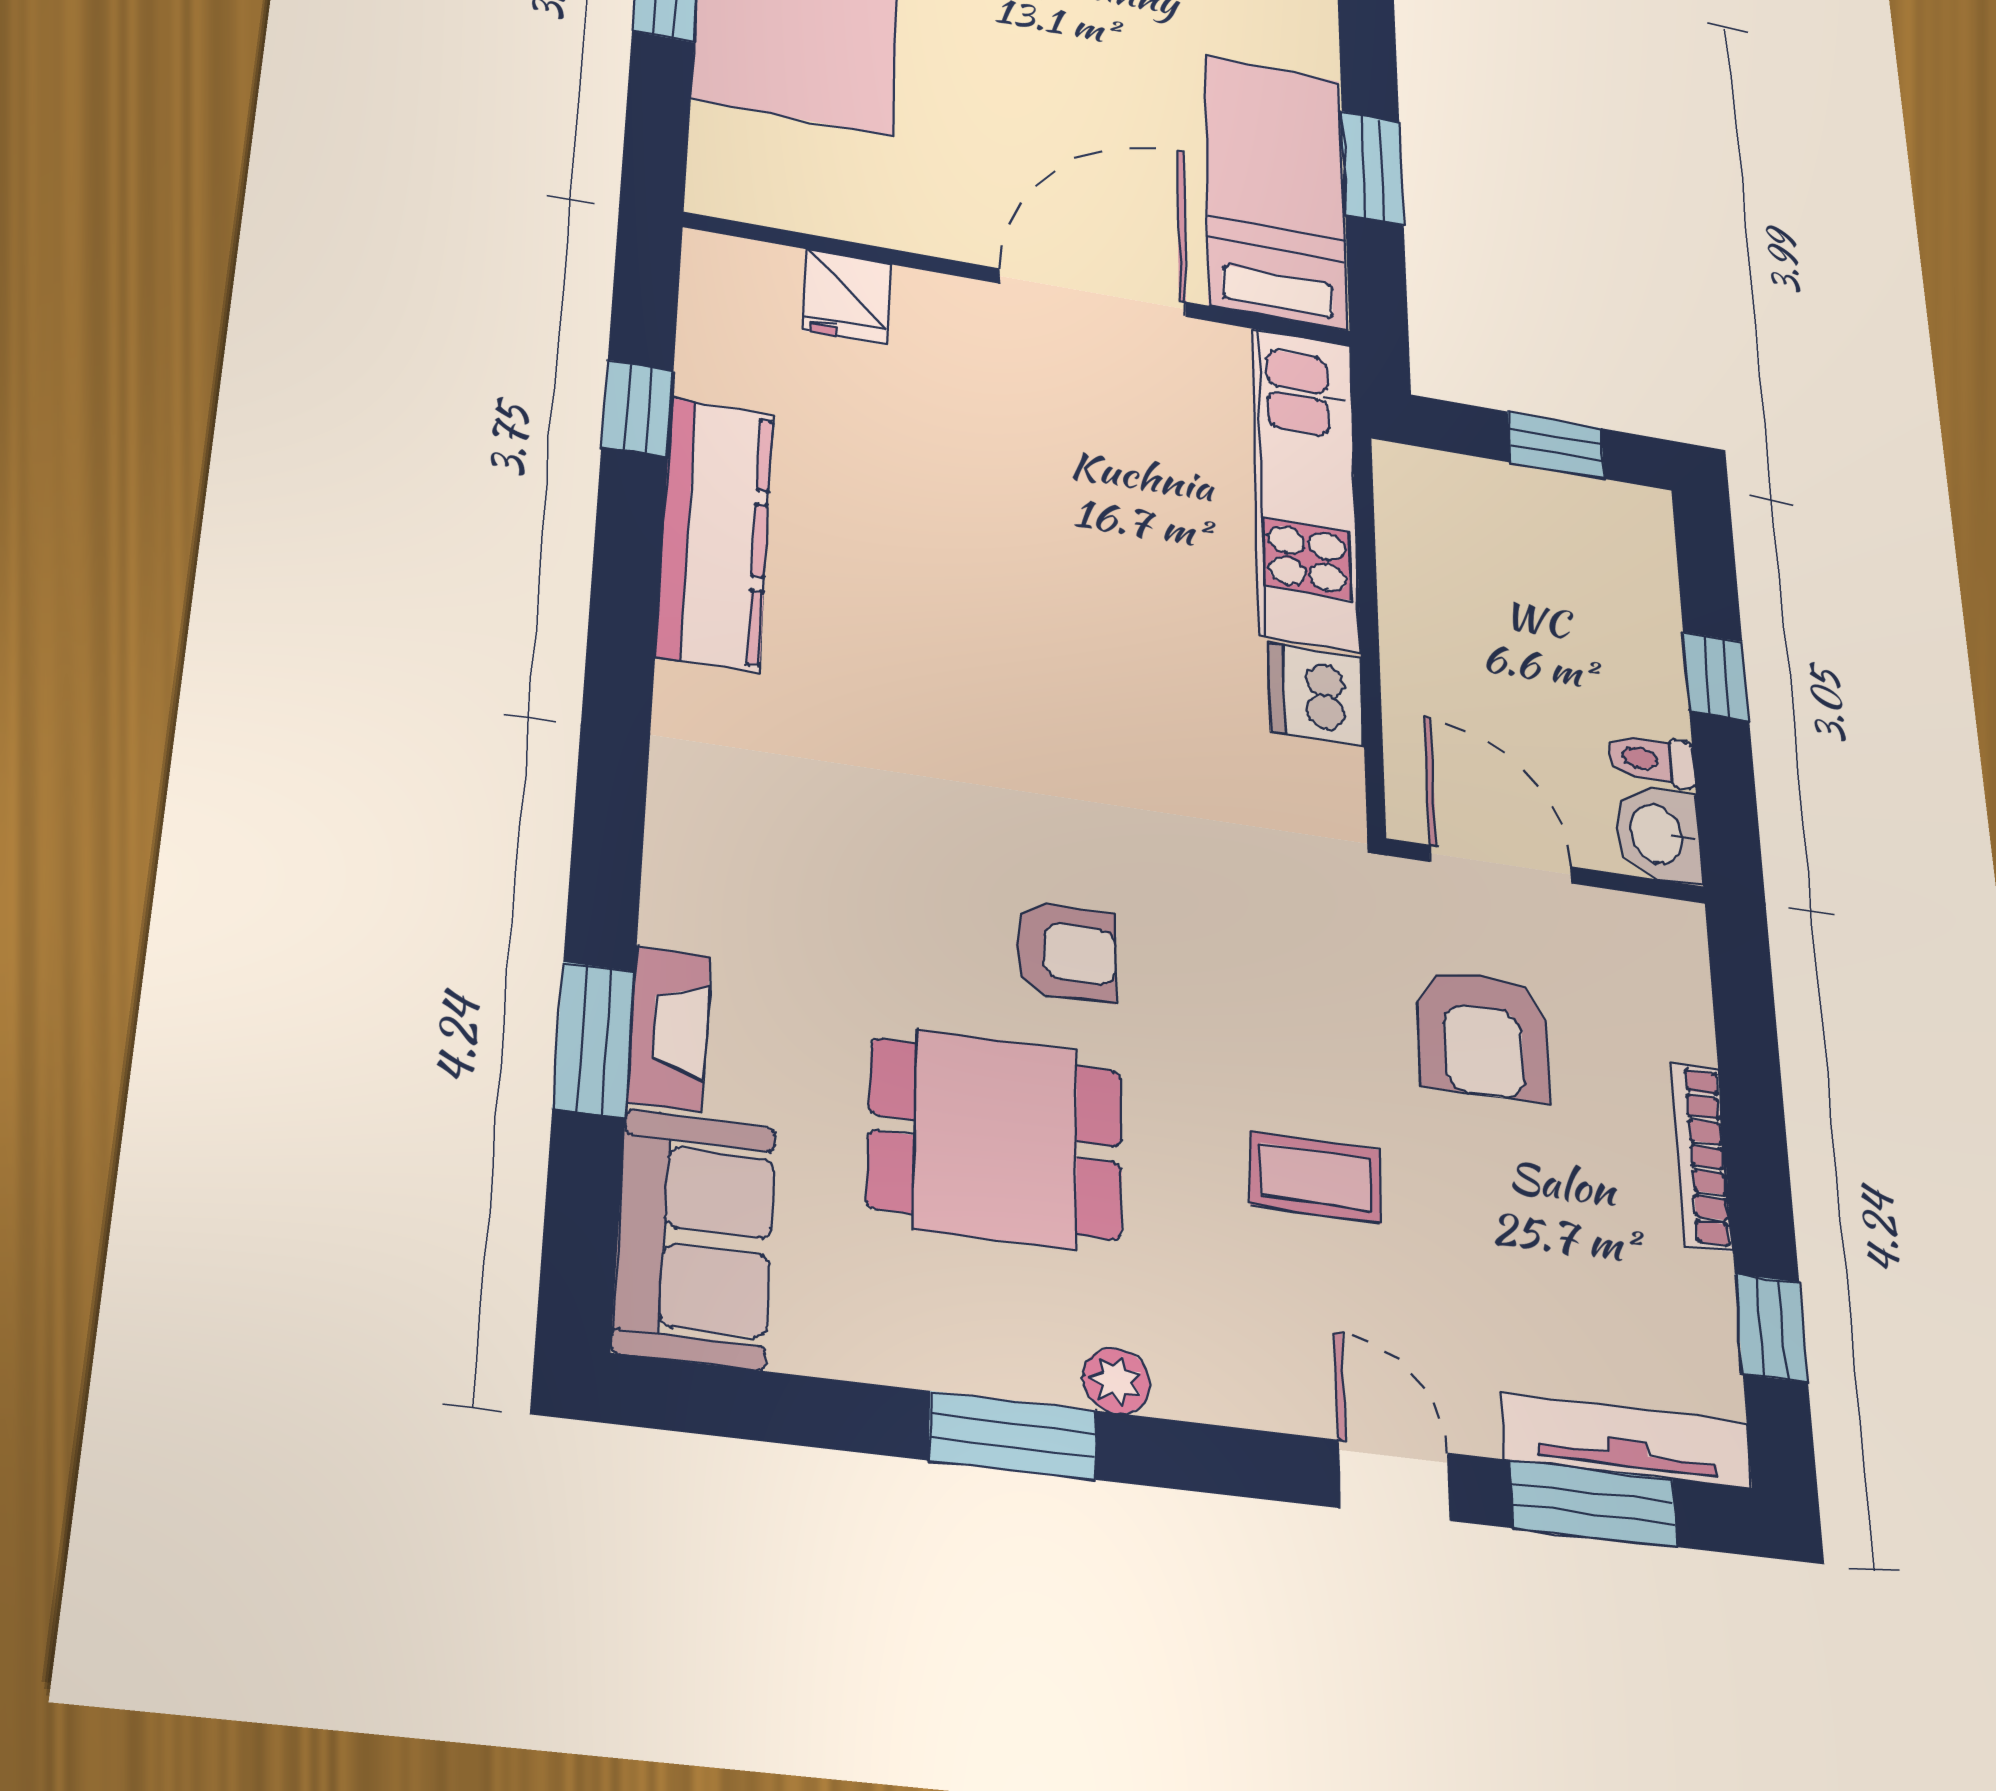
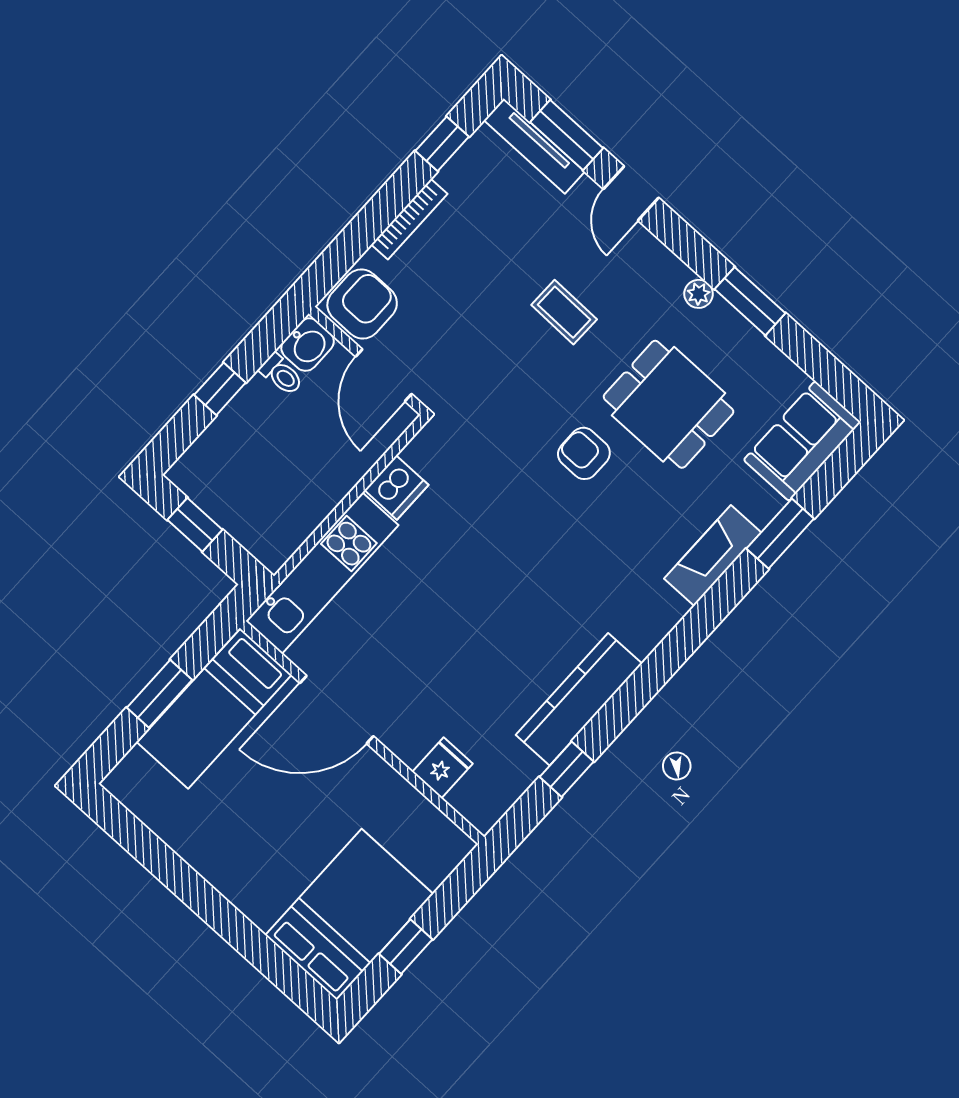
fireplace: (669, 1029) -> (713, 555), moved, width x1.37, depth x1.32
armchair: (1483, 1034) -> (362, 304), moved

